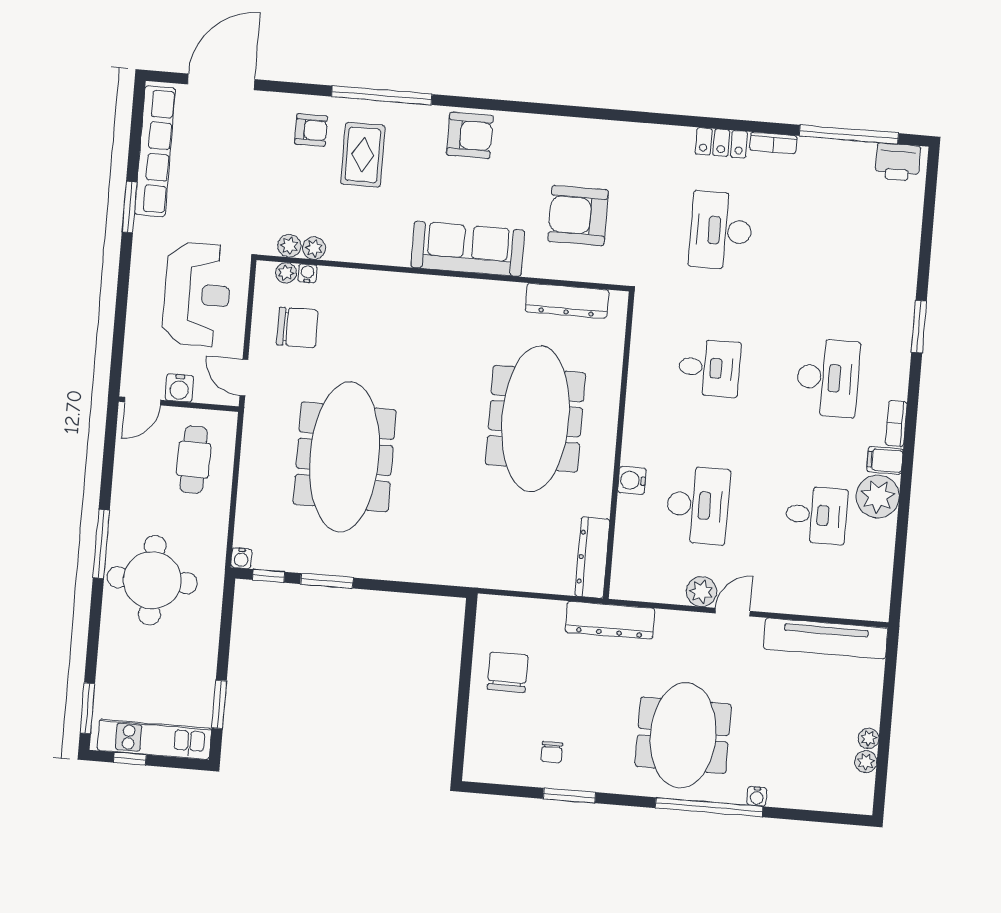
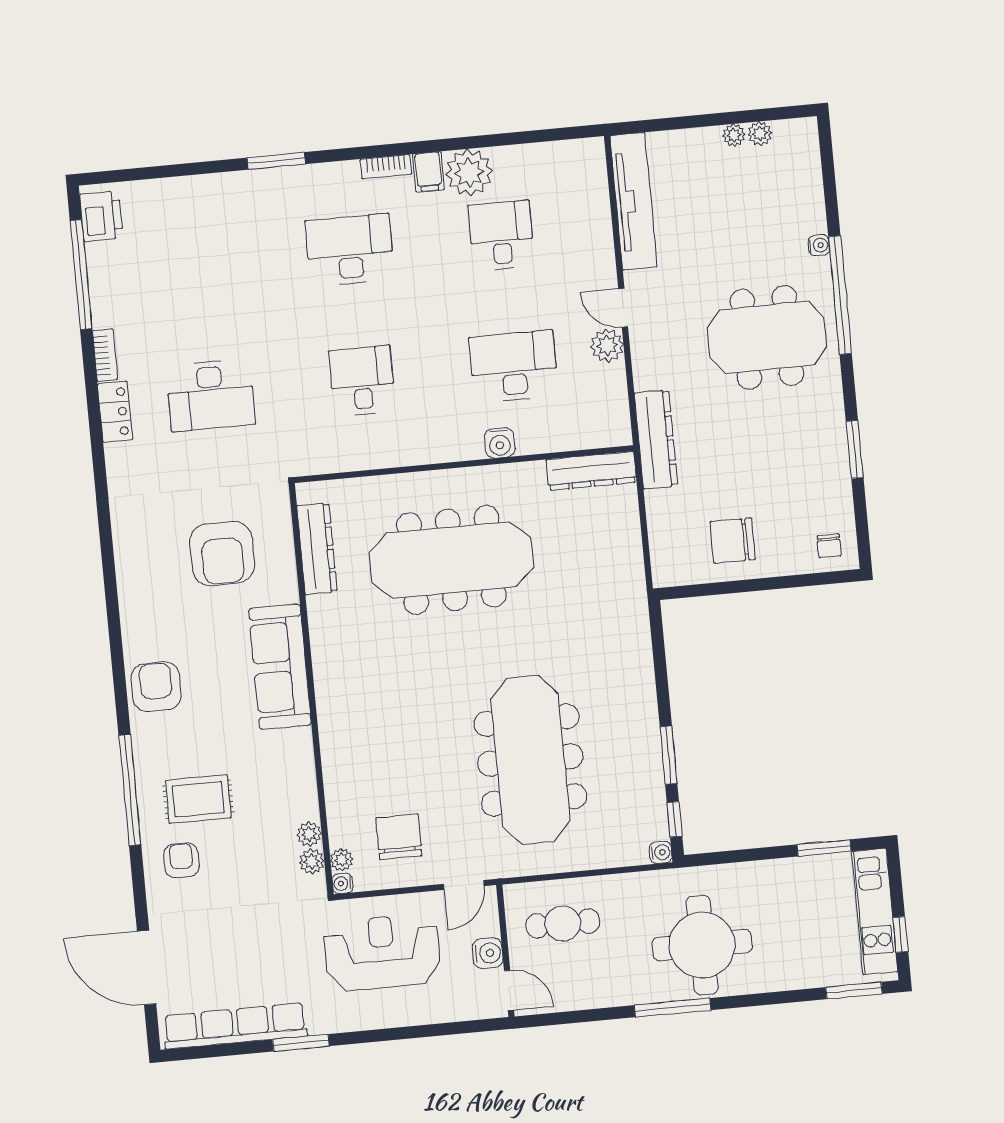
water cooler: (307, 273) -> (342, 883), moved
meeting table: (345, 457) -> (530, 760), turned 90
chair: (552, 752) -> (829, 546), moved, turned 90

